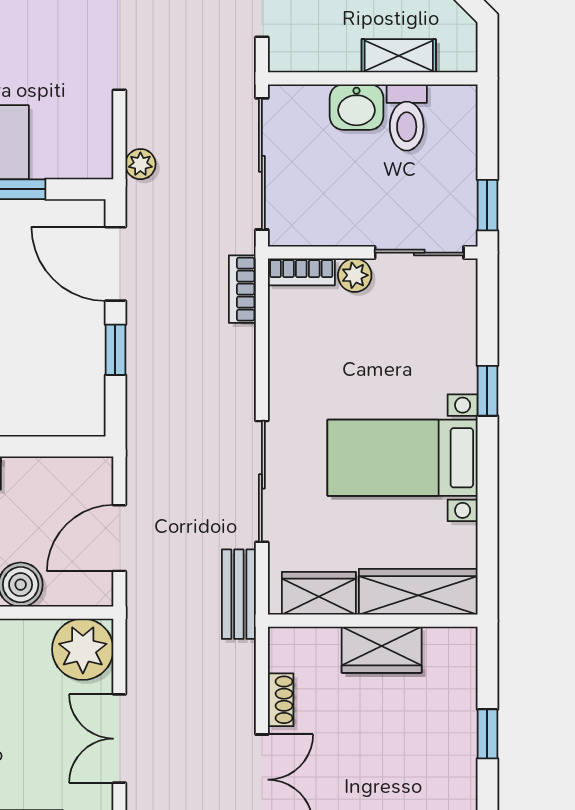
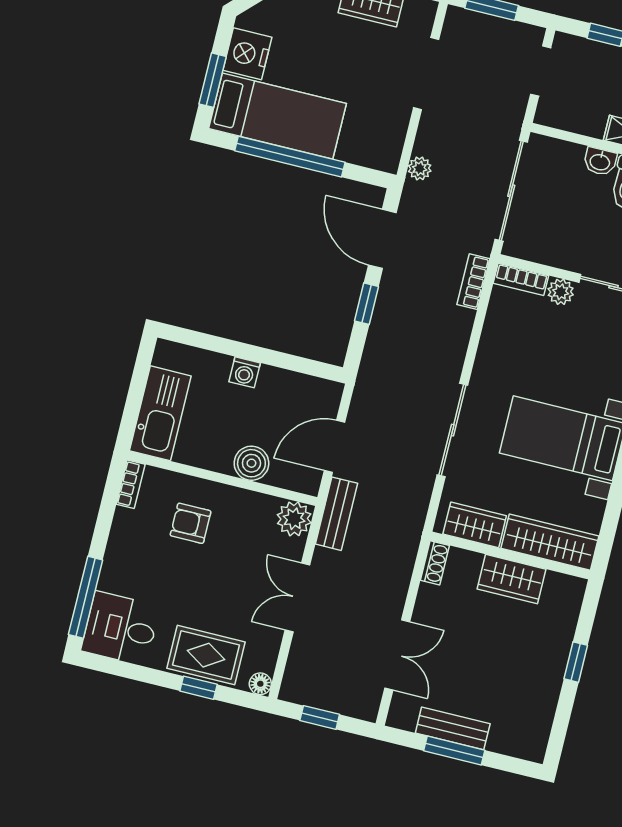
washbasin: (356, 107) -> (600, 162), width x0.72, depth x0.69
bench: (239, 594) -> (336, 514), moved
plant: (83, 649) -> (294, 519), width x0.73, depth x0.73
shoe rack: (281, 700) -> (435, 563), moved

